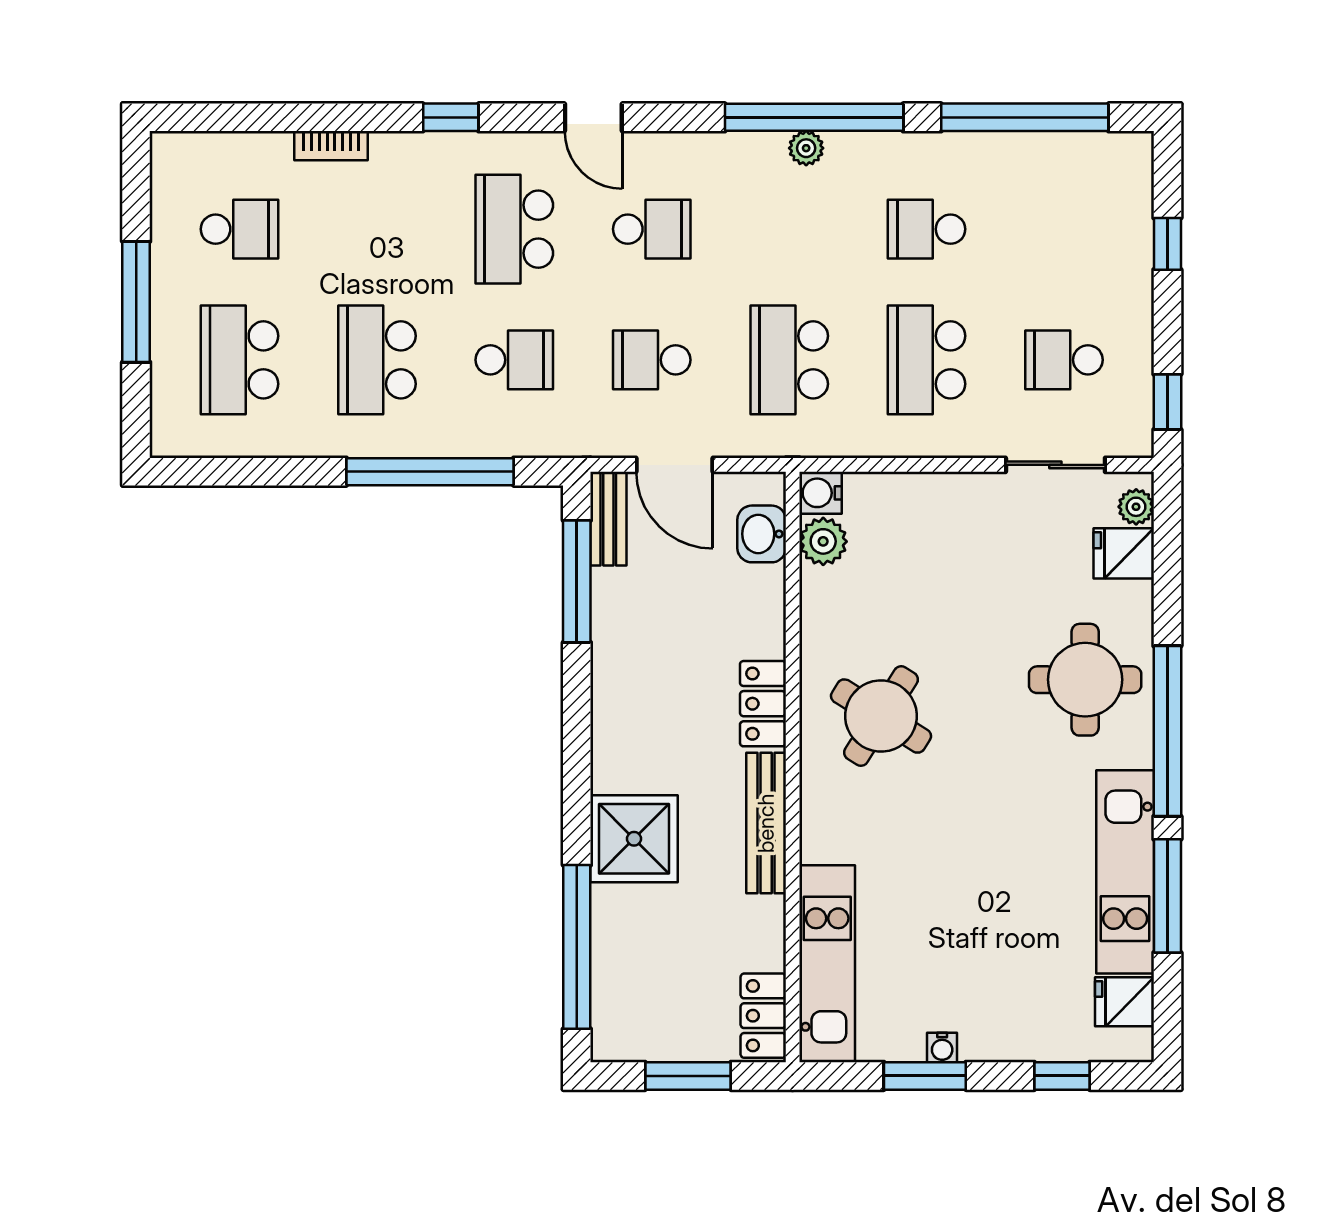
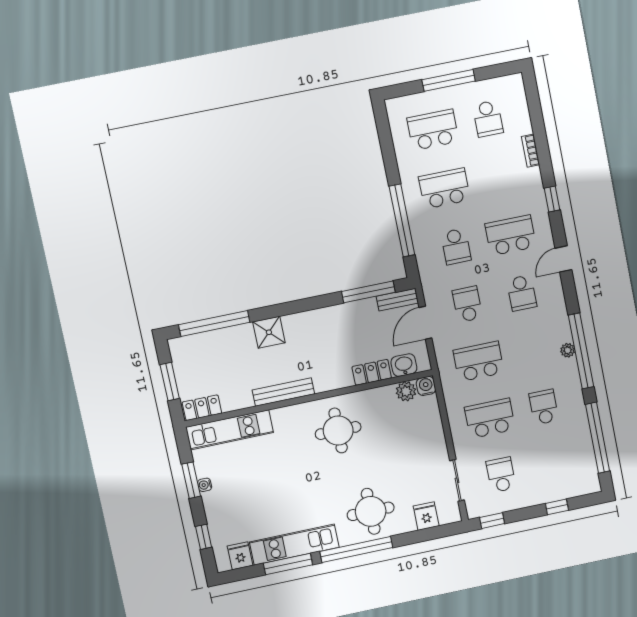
plant: (1136, 507) -> (446, 517), removed
locker: (763, 704) -> (372, 372), moved
round table: (881, 716) -> (338, 430), turned -32
shower: (634, 839) -> (269, 332), width x0.73, depth x0.73

